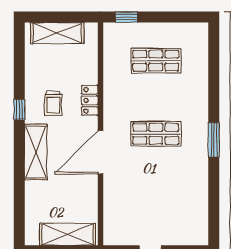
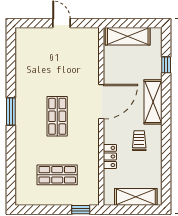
locker: (90, 100) -> (110, 156), moved
window: (19, 109) -> (166, 65), moved
shop shelf: (156, 134) -> (57, 116), turned 90

